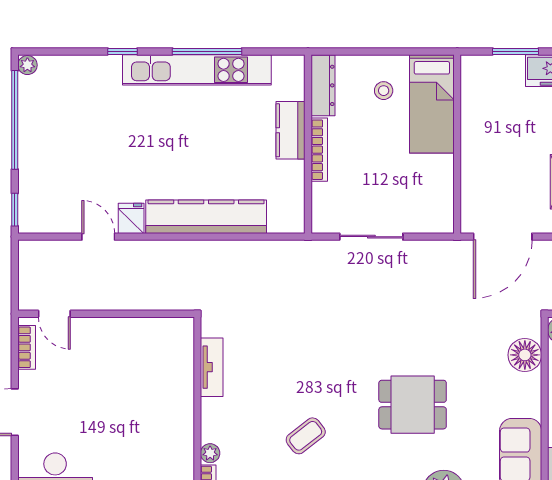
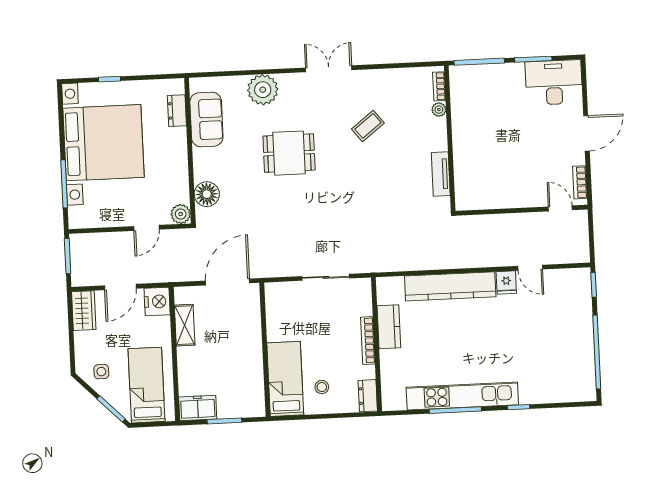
plant: (27, 65) -> (589, 394), removed
dresser: (323, 85) -> (368, 396), width x0.70
kitchen counter: (290, 130) -> (389, 327), moved

